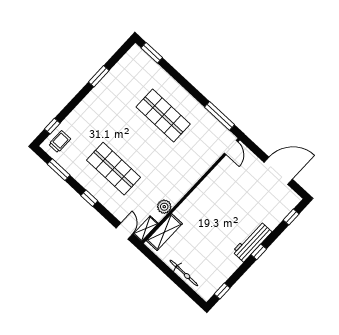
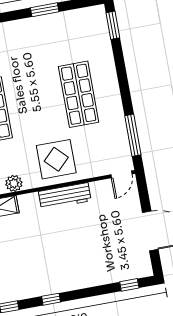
display table: (180, 170) -> (56, 159), added
workbench: (252, 242) -> (65, 196), moved, turned 180
window: (259, 252) -> (51, 299), moved

